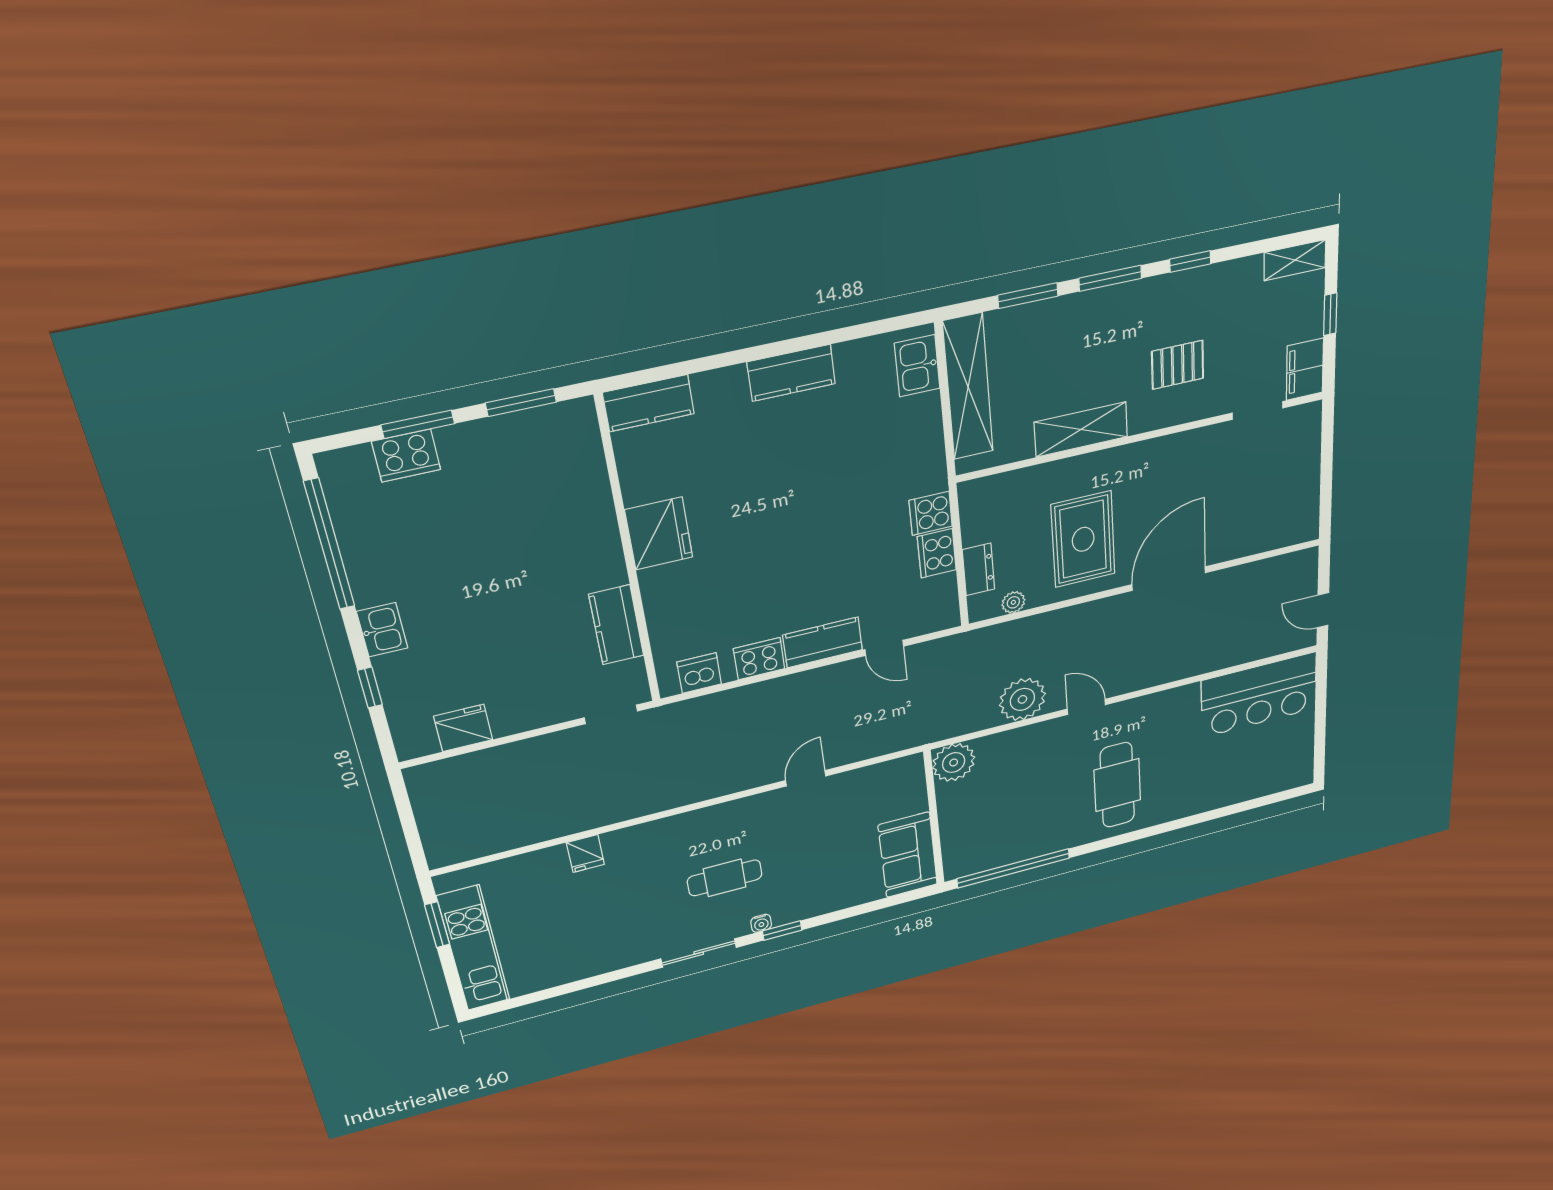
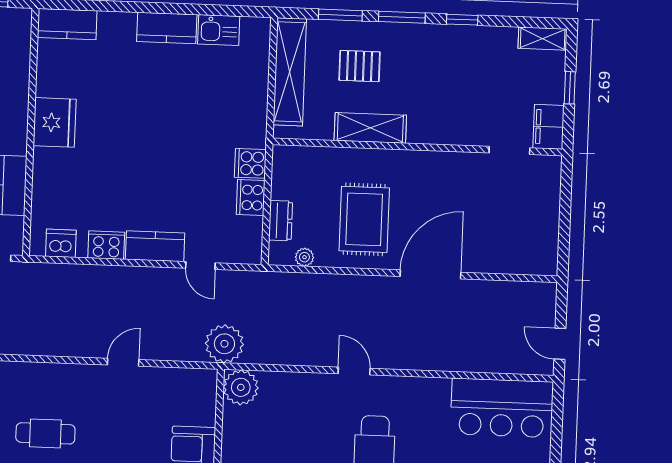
pallet: (1178, 365) -> (360, 66), moved
kitchen sink: (917, 366) -> (219, 30), moved, turned -90
plant: (1022, 699) -> (224, 344), moved

